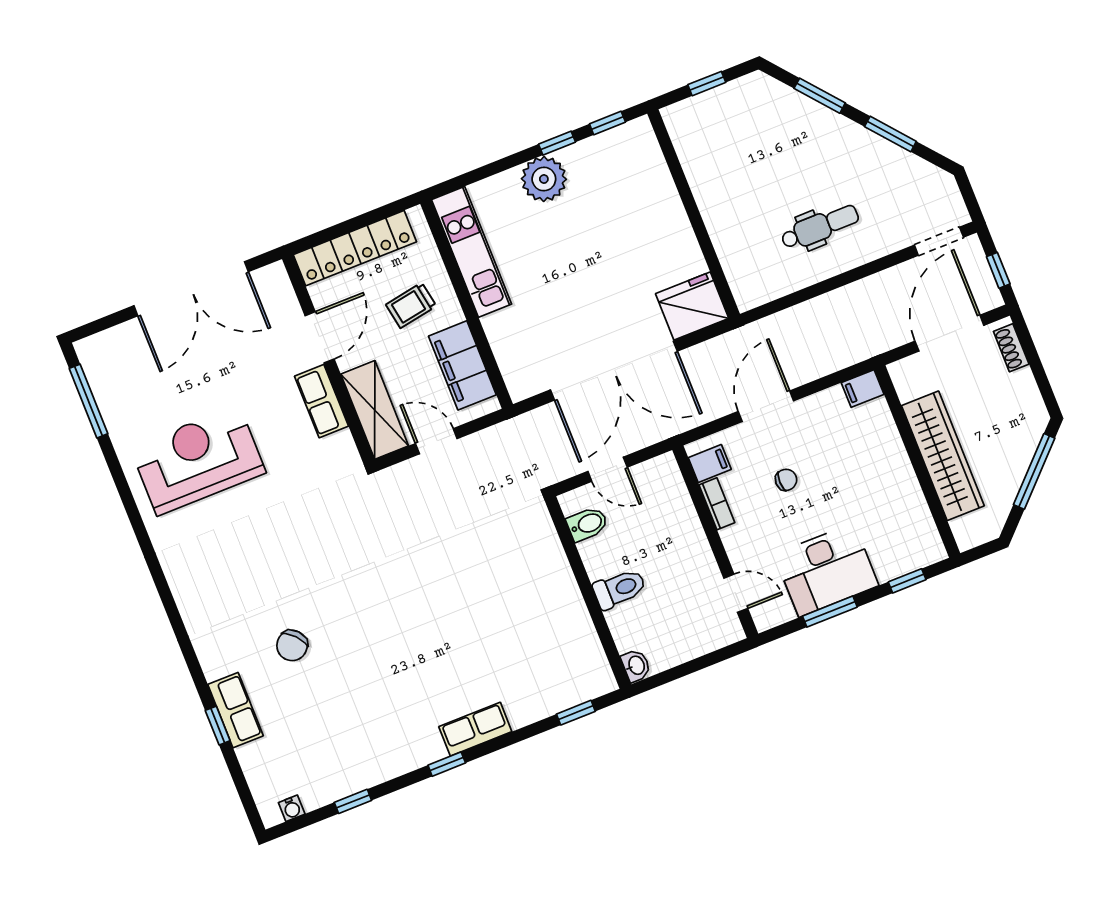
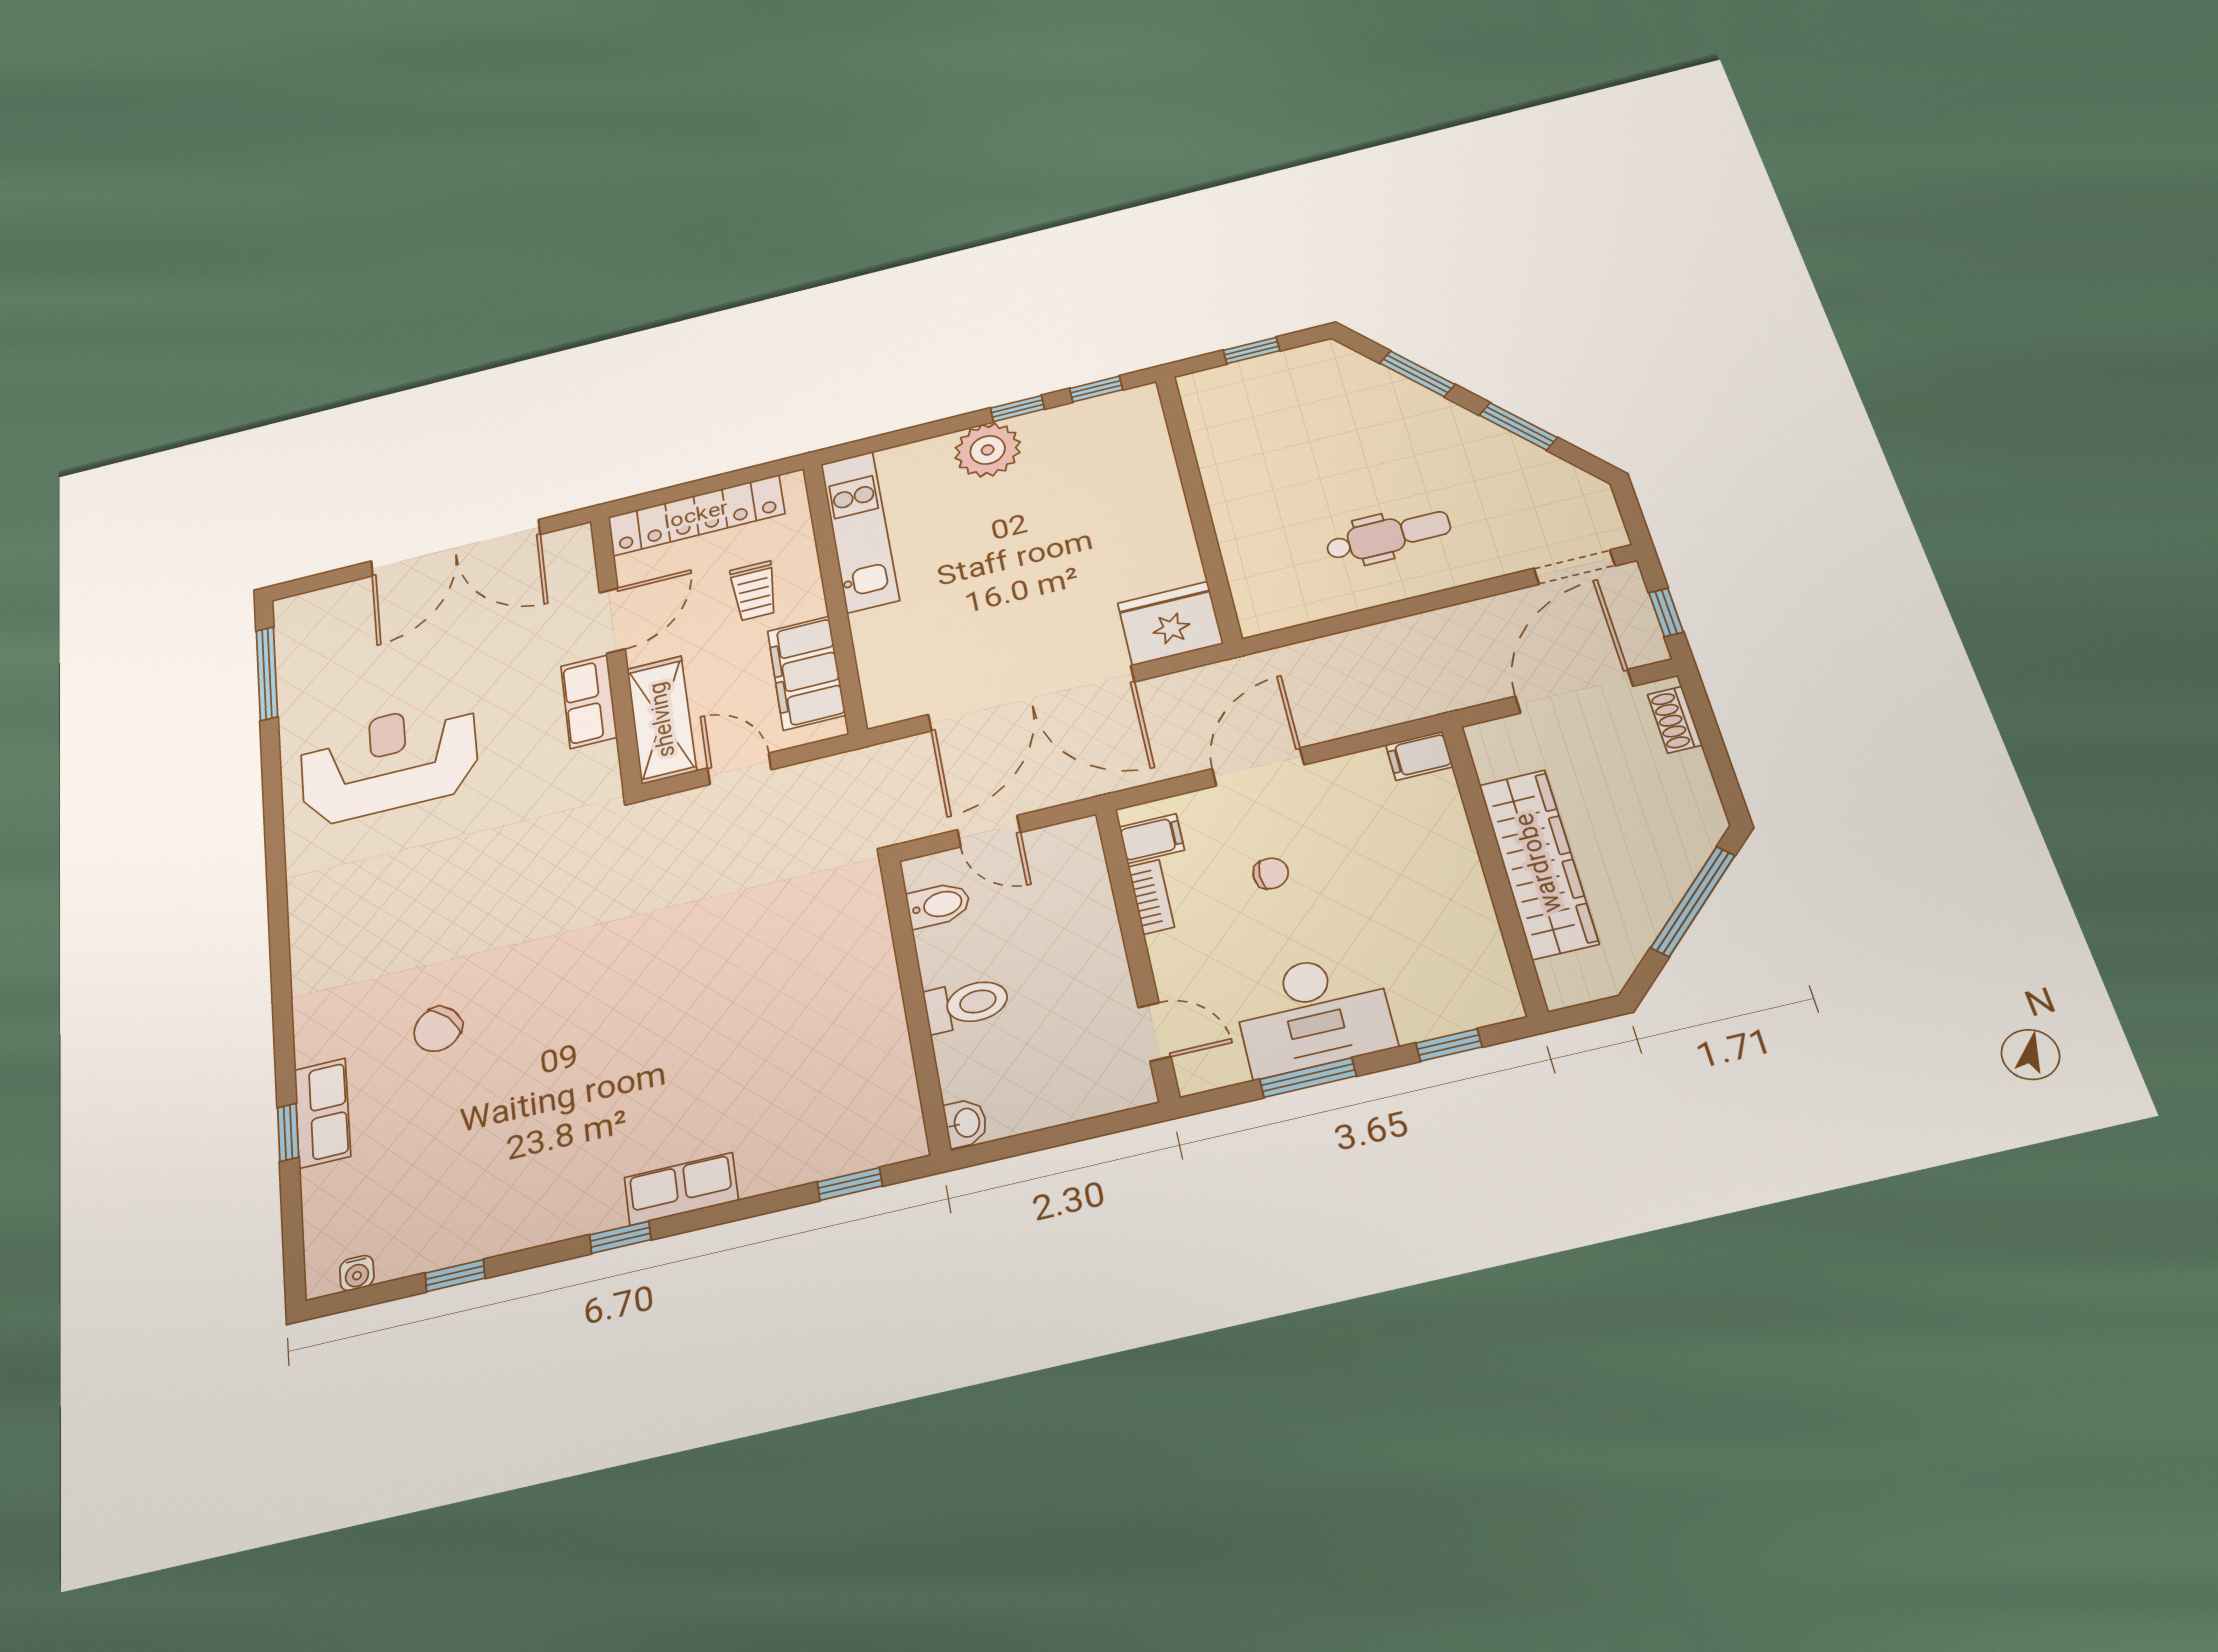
trolley: (411, 305) -> (754, 591), turned -80

